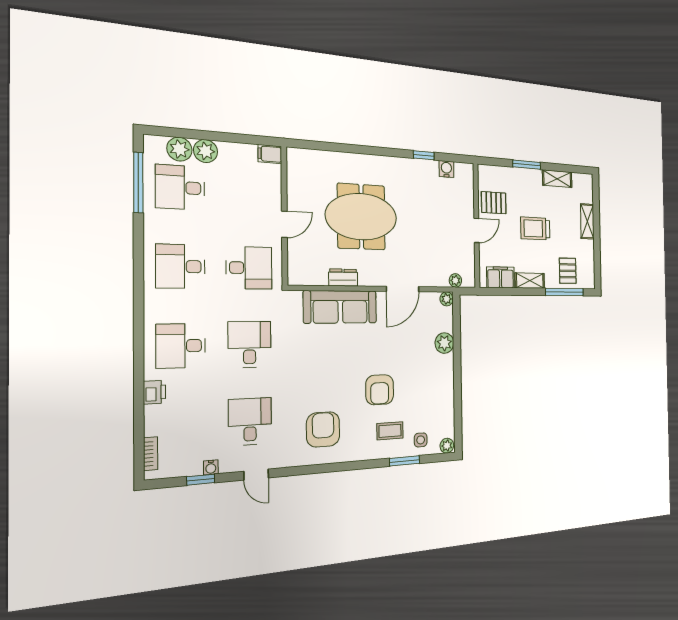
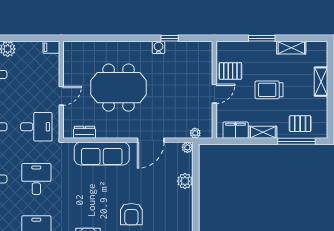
water cooler: (446, 169) -> (159, 47), moved
pallet: (568, 271) -> (300, 124), turned 90
dresser: (343, 277) -> (85, 132), moved

